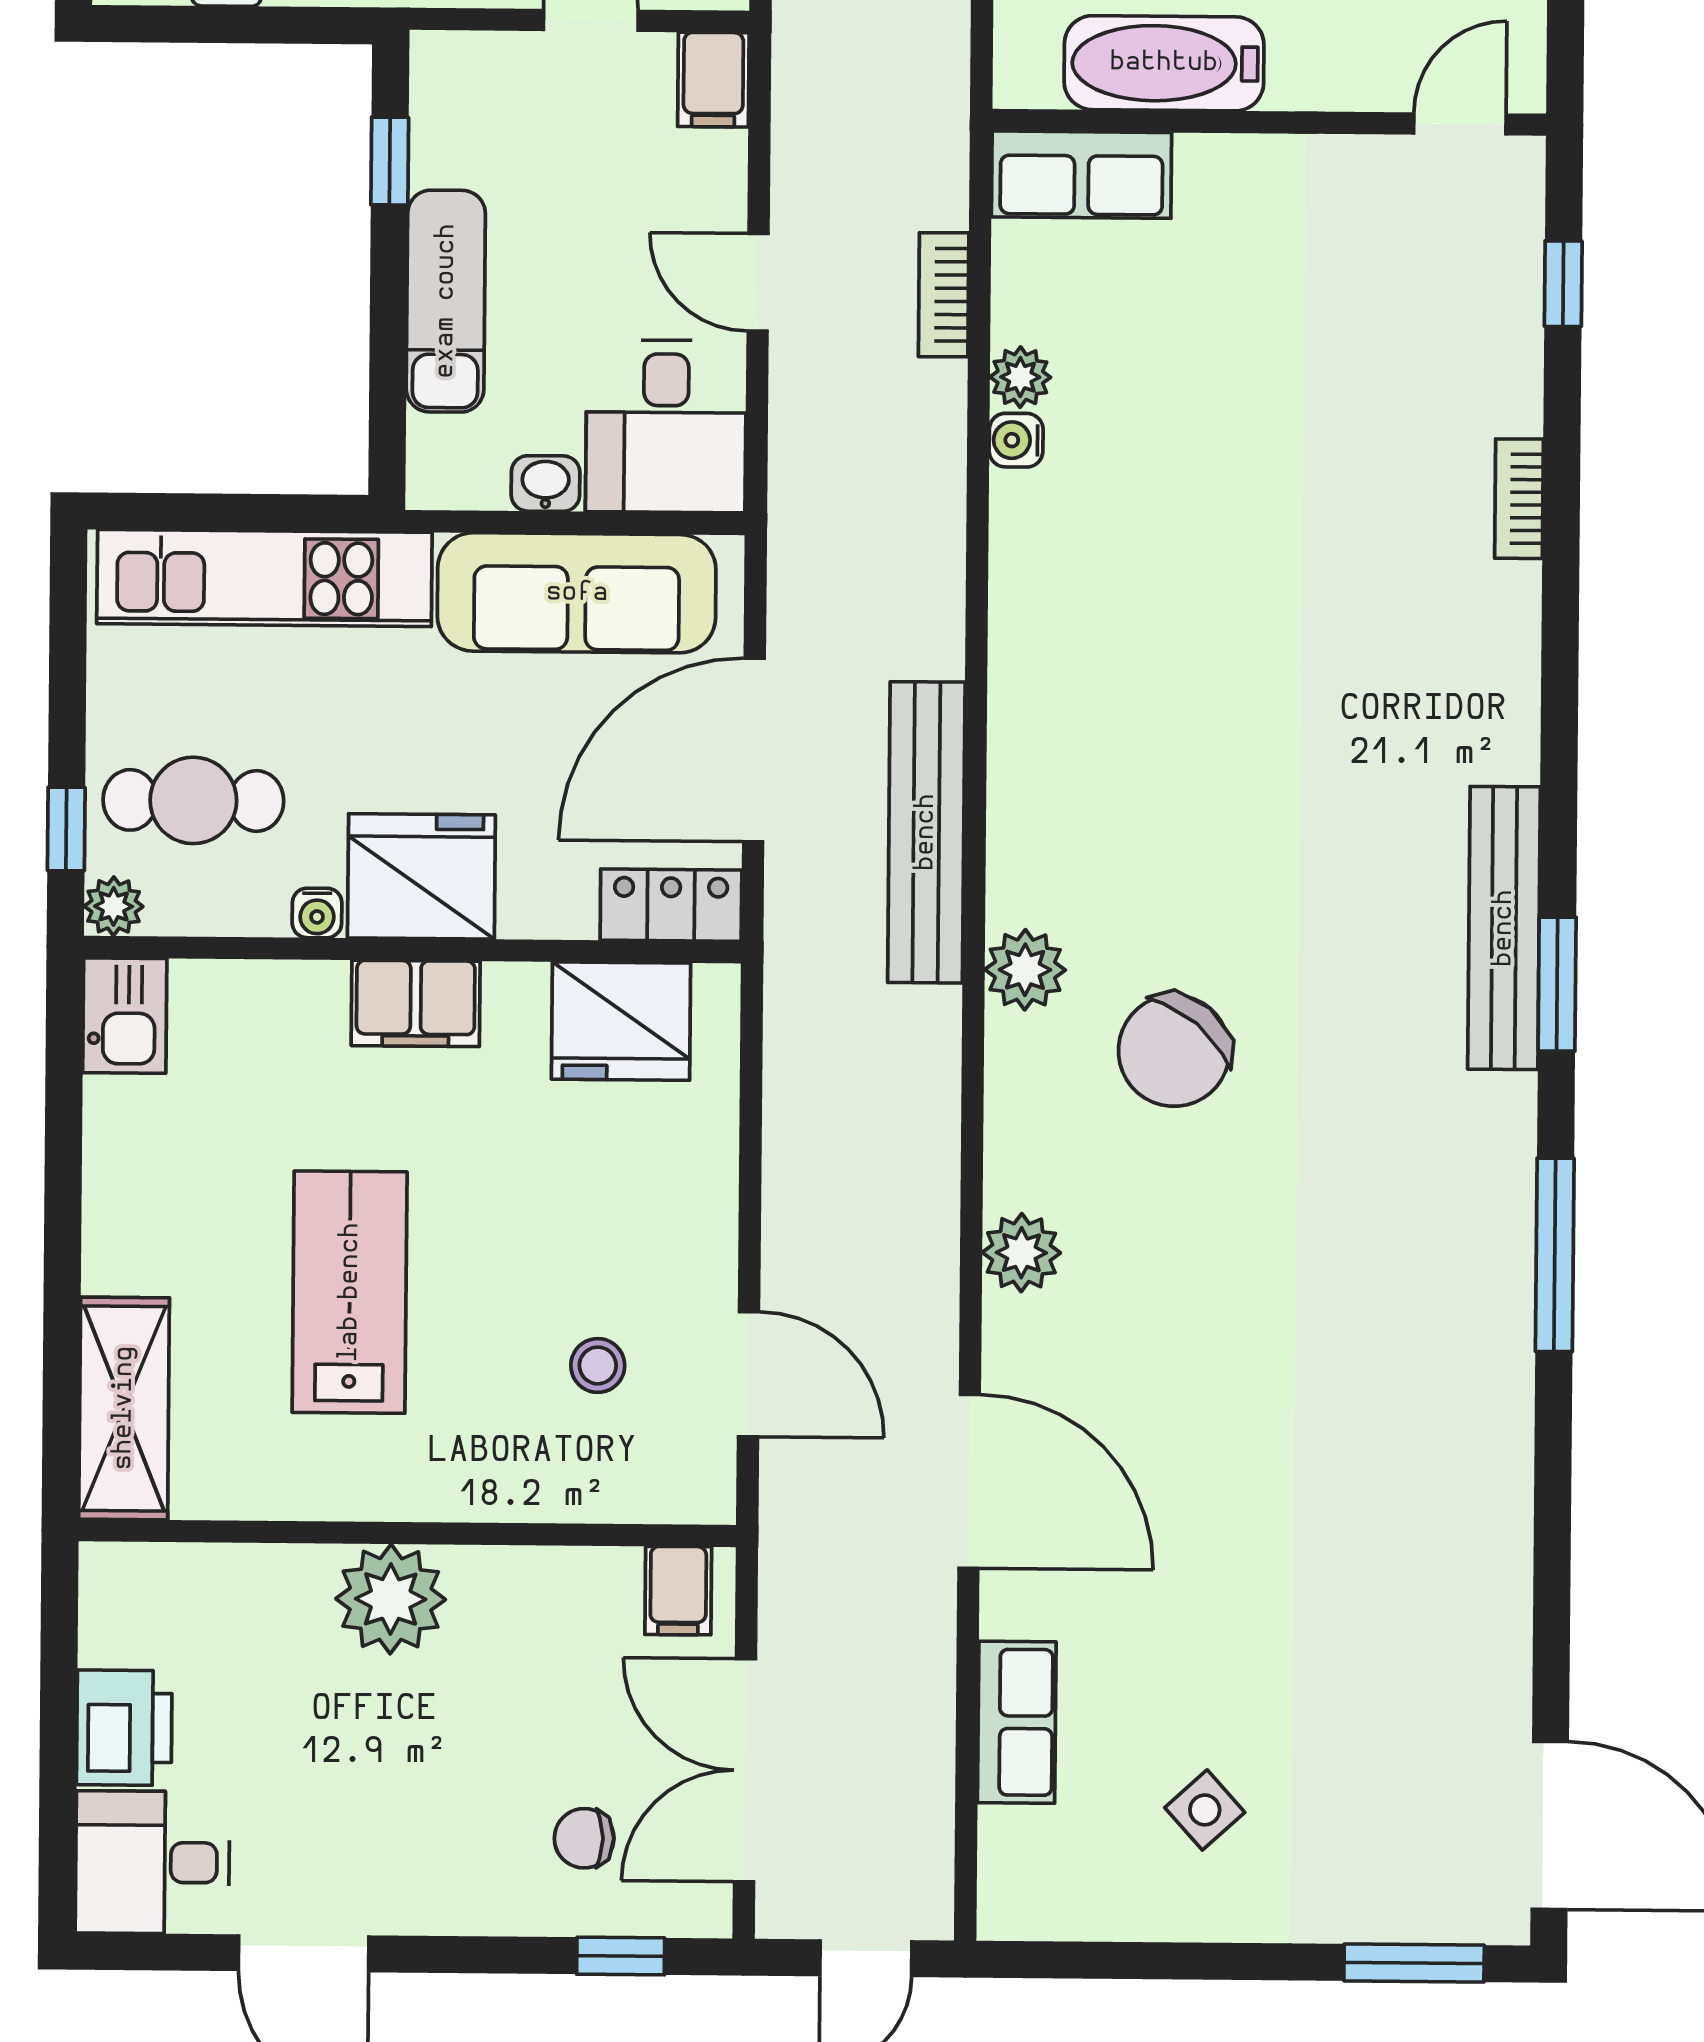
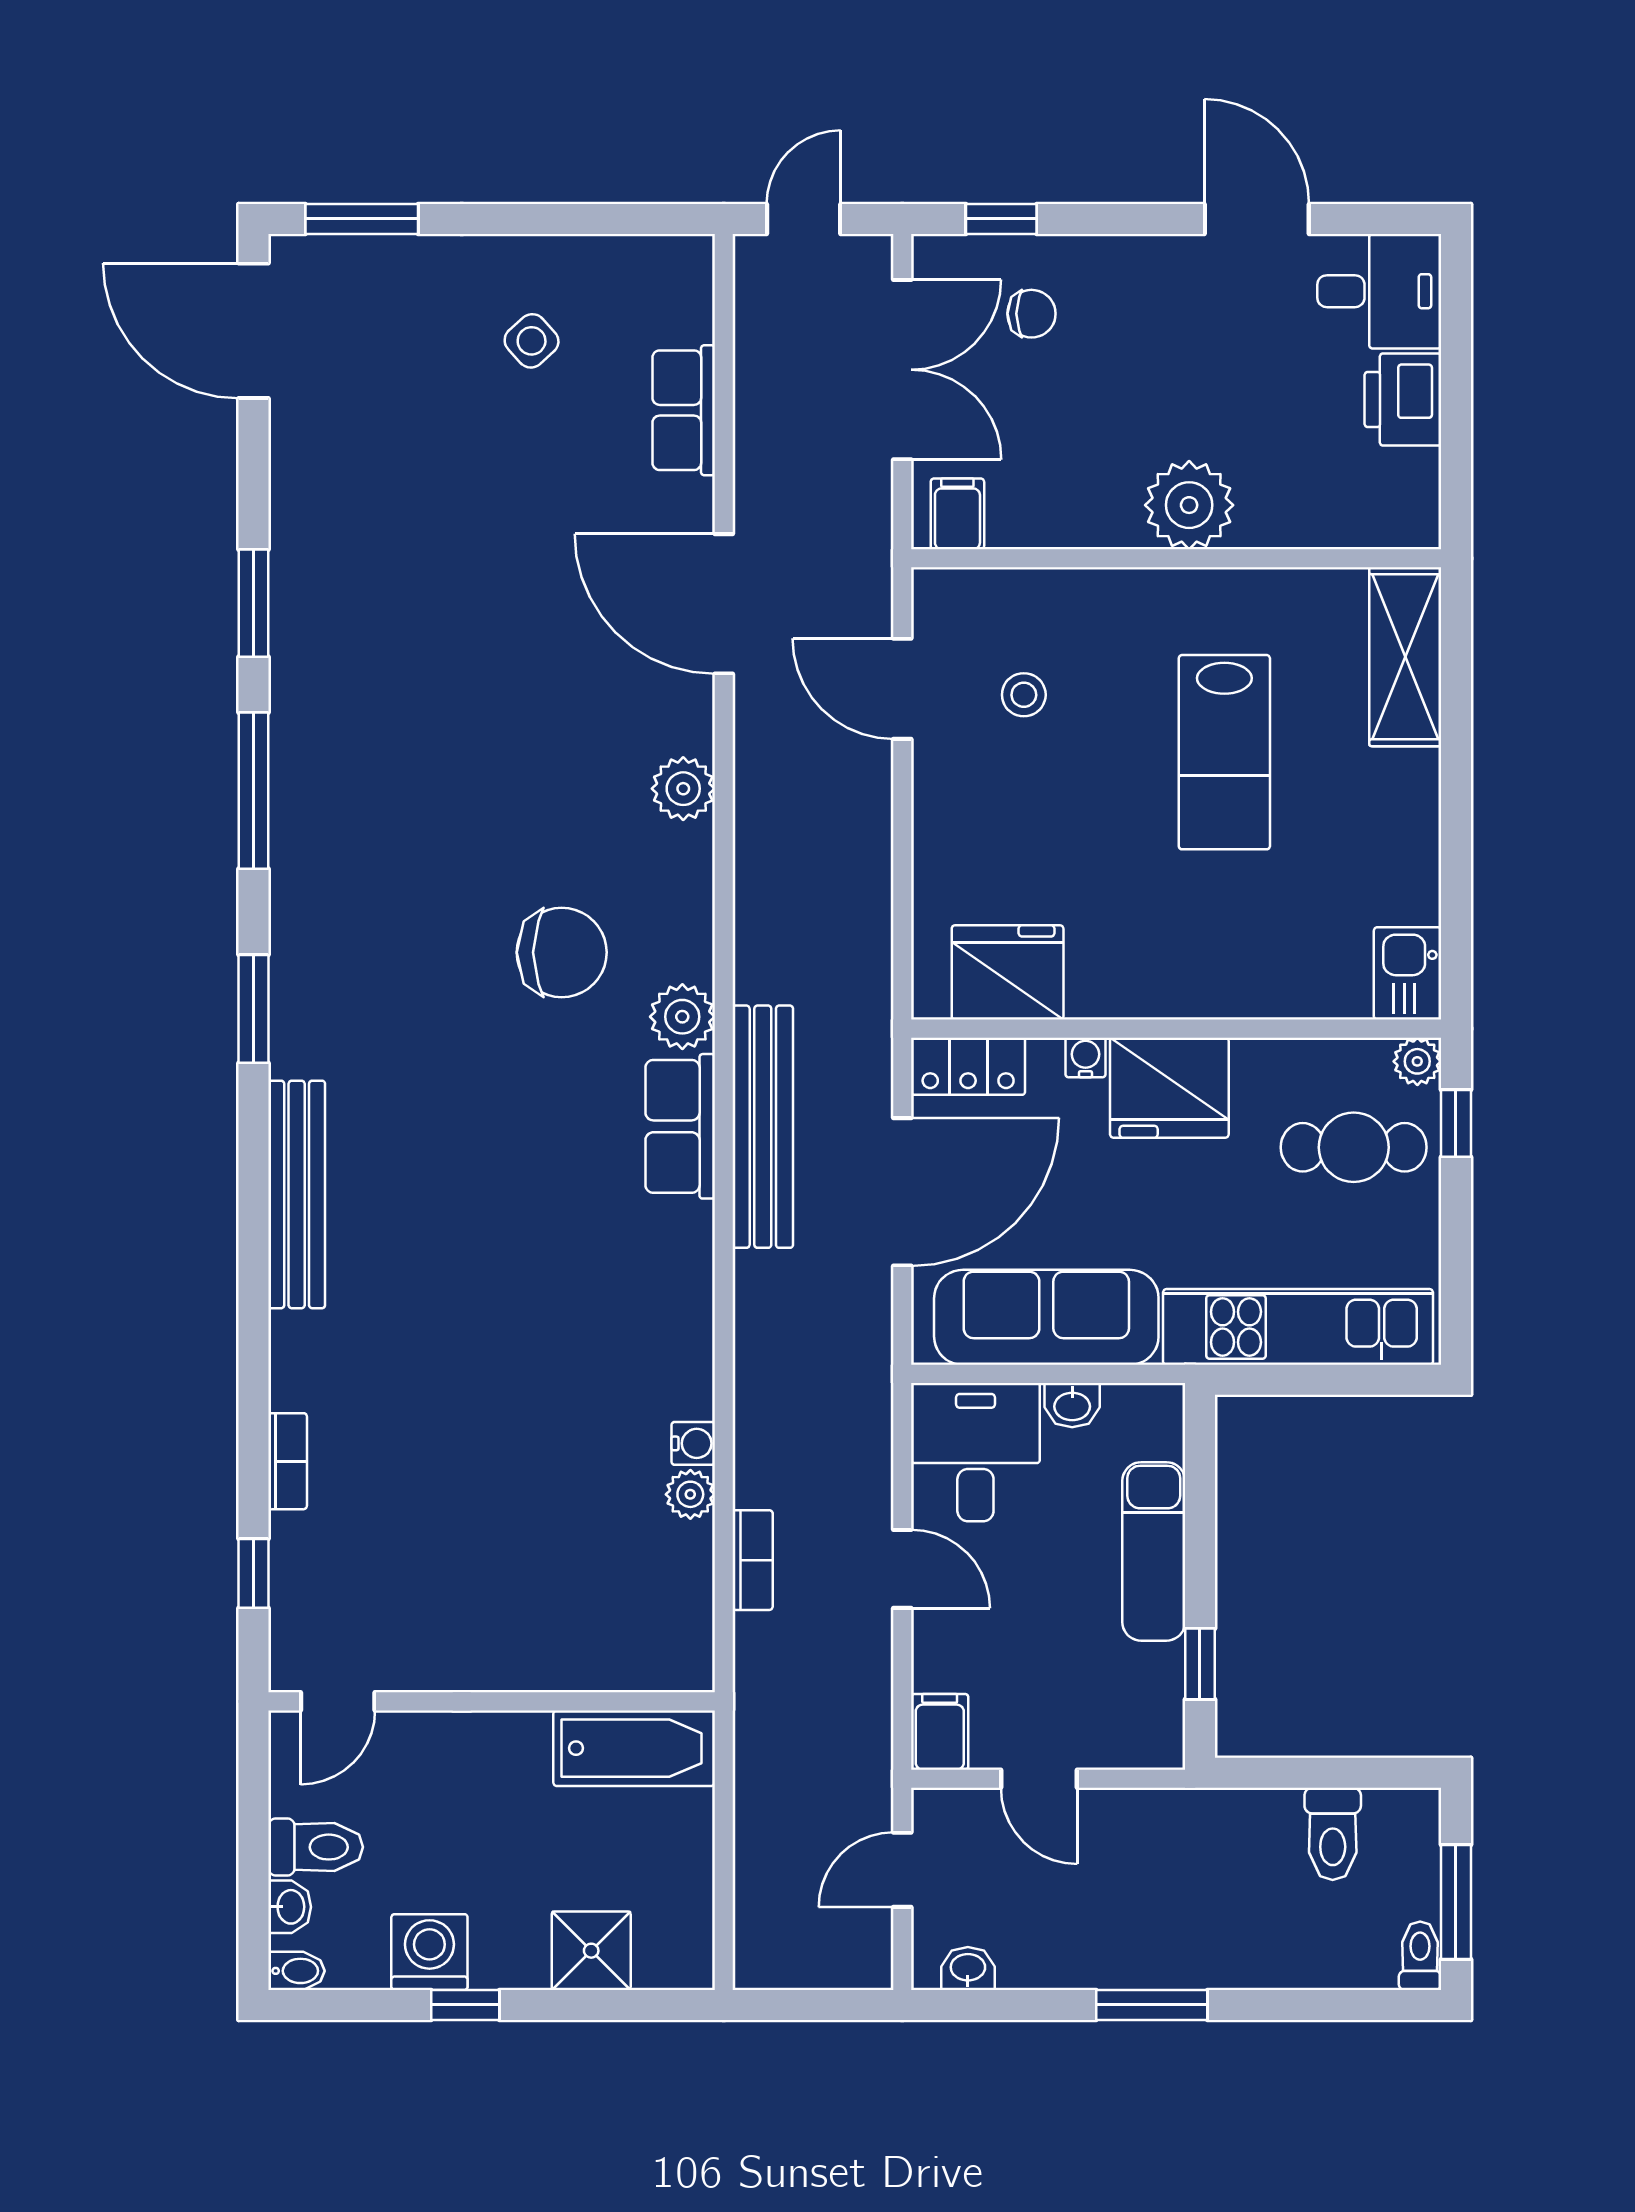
bathtub: (1164, 63) -> (634, 1748), moved
row of seats: (1081, 175) -> (680, 1126), moved, turned -90
bookcase: (1519, 499) -> (288, 1461), moved
water cooler: (317, 913) -> (1086, 1057), moved
bench: (1504, 928) -> (297, 1194), moved
filing cabinet: (416, 1003) -> (1173, 985), removed
chair: (1174, 1051) -> (562, 952), turned 50
window: (1553, 1487) -> (253, 603), added

